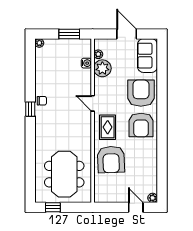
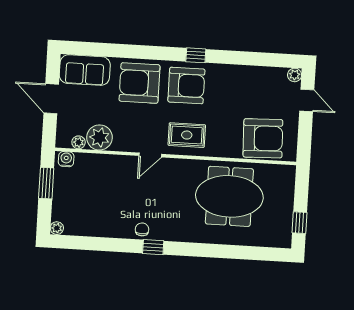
door: (127, 34) -> (51, 99), hinge flipped
water cooler: (86, 63) -> (66, 159), moved
window: (162, 130) -> (196, 55), added
armchair: (111, 160) -> (263, 138), moved
meeting table: (64, 174) -> (229, 196), moved
door: (136, 207) -> (307, 100), swing flipped

